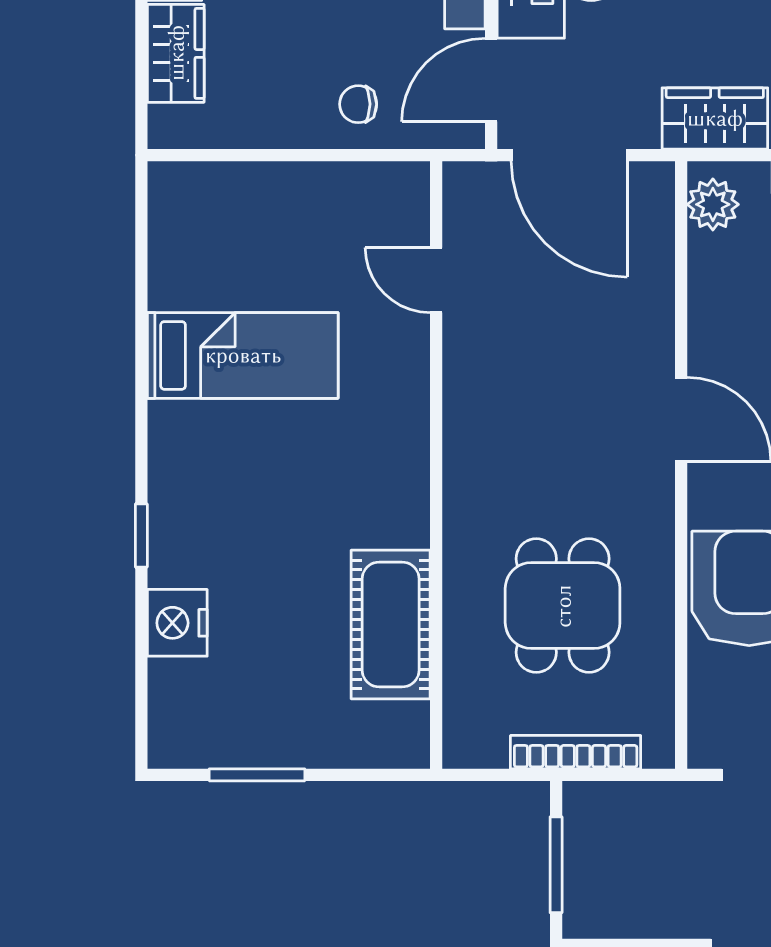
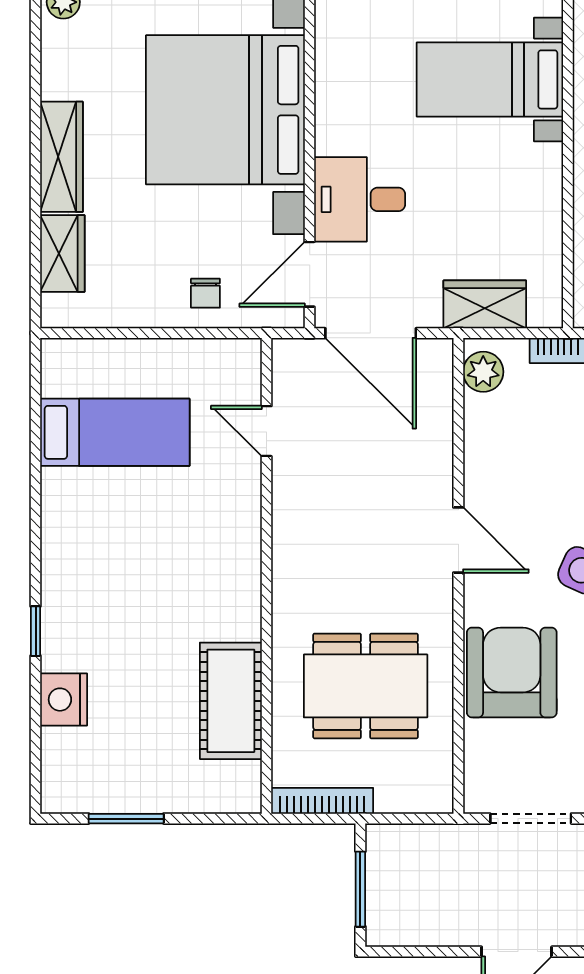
chair: (358, 104) -> (205, 293), turned -90
bed: (243, 355) -> (115, 432), moved
dining table: (563, 606) -> (366, 686), width x1.38
bookcase: (576, 752) -> (322, 801), moved

